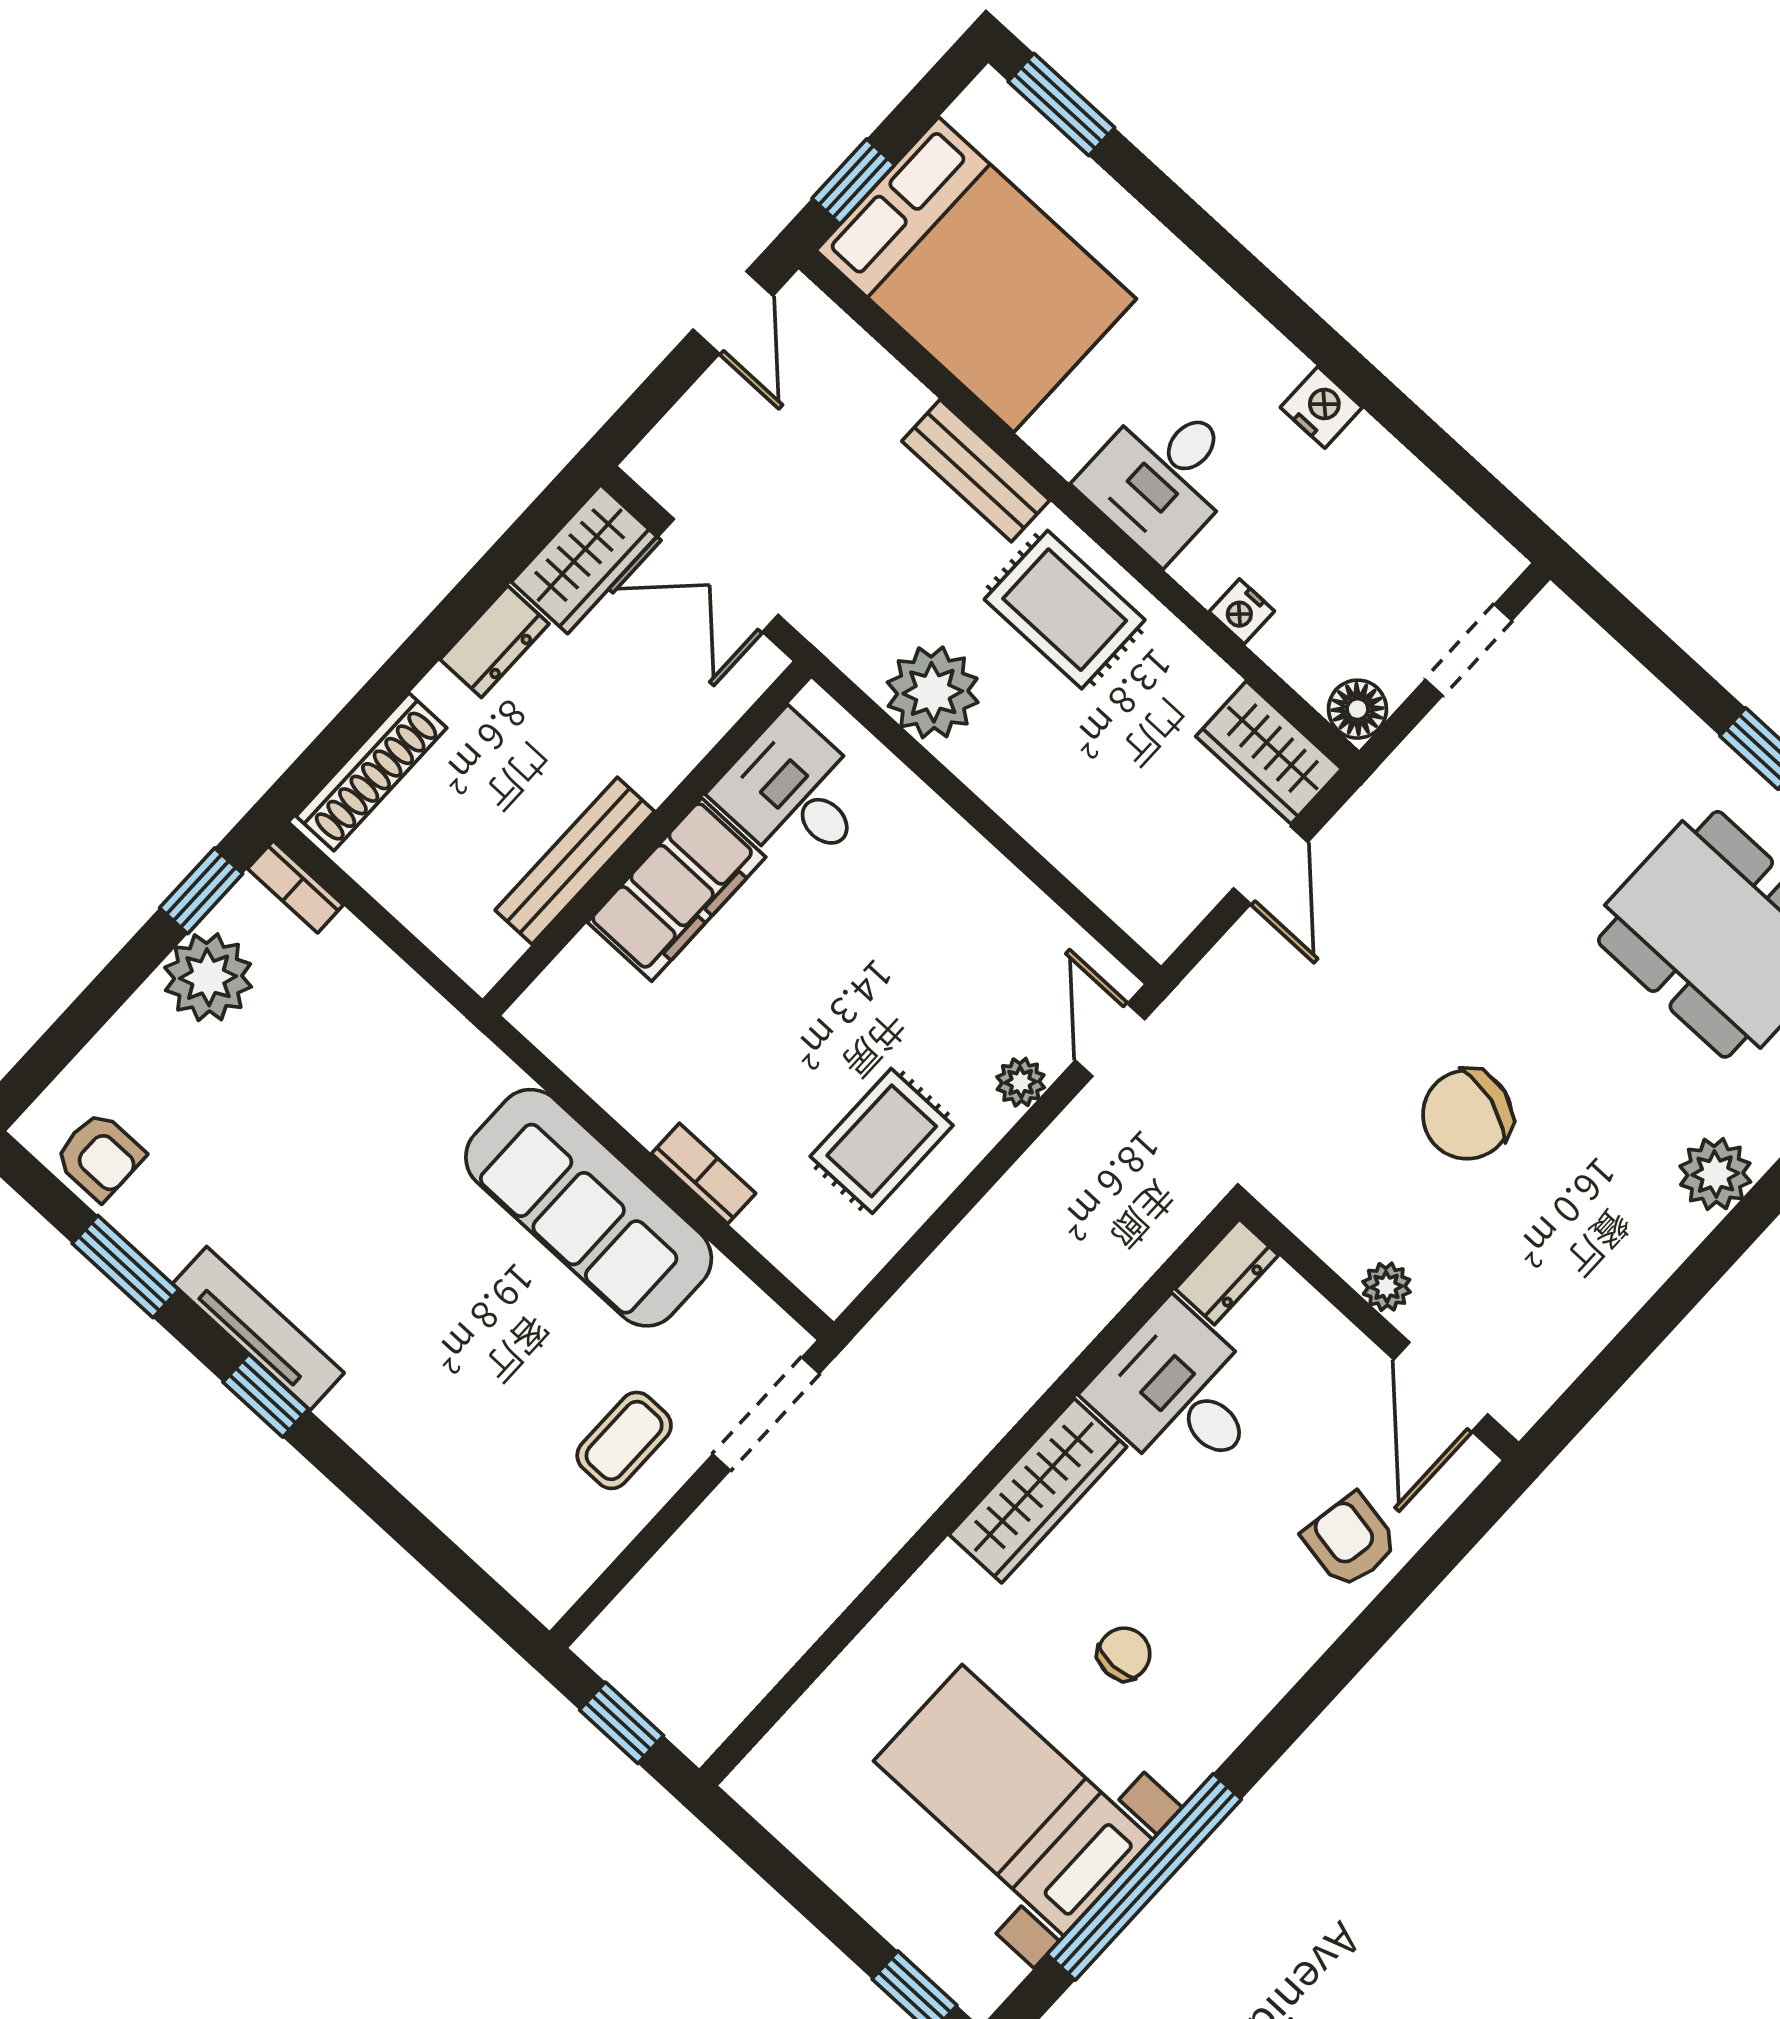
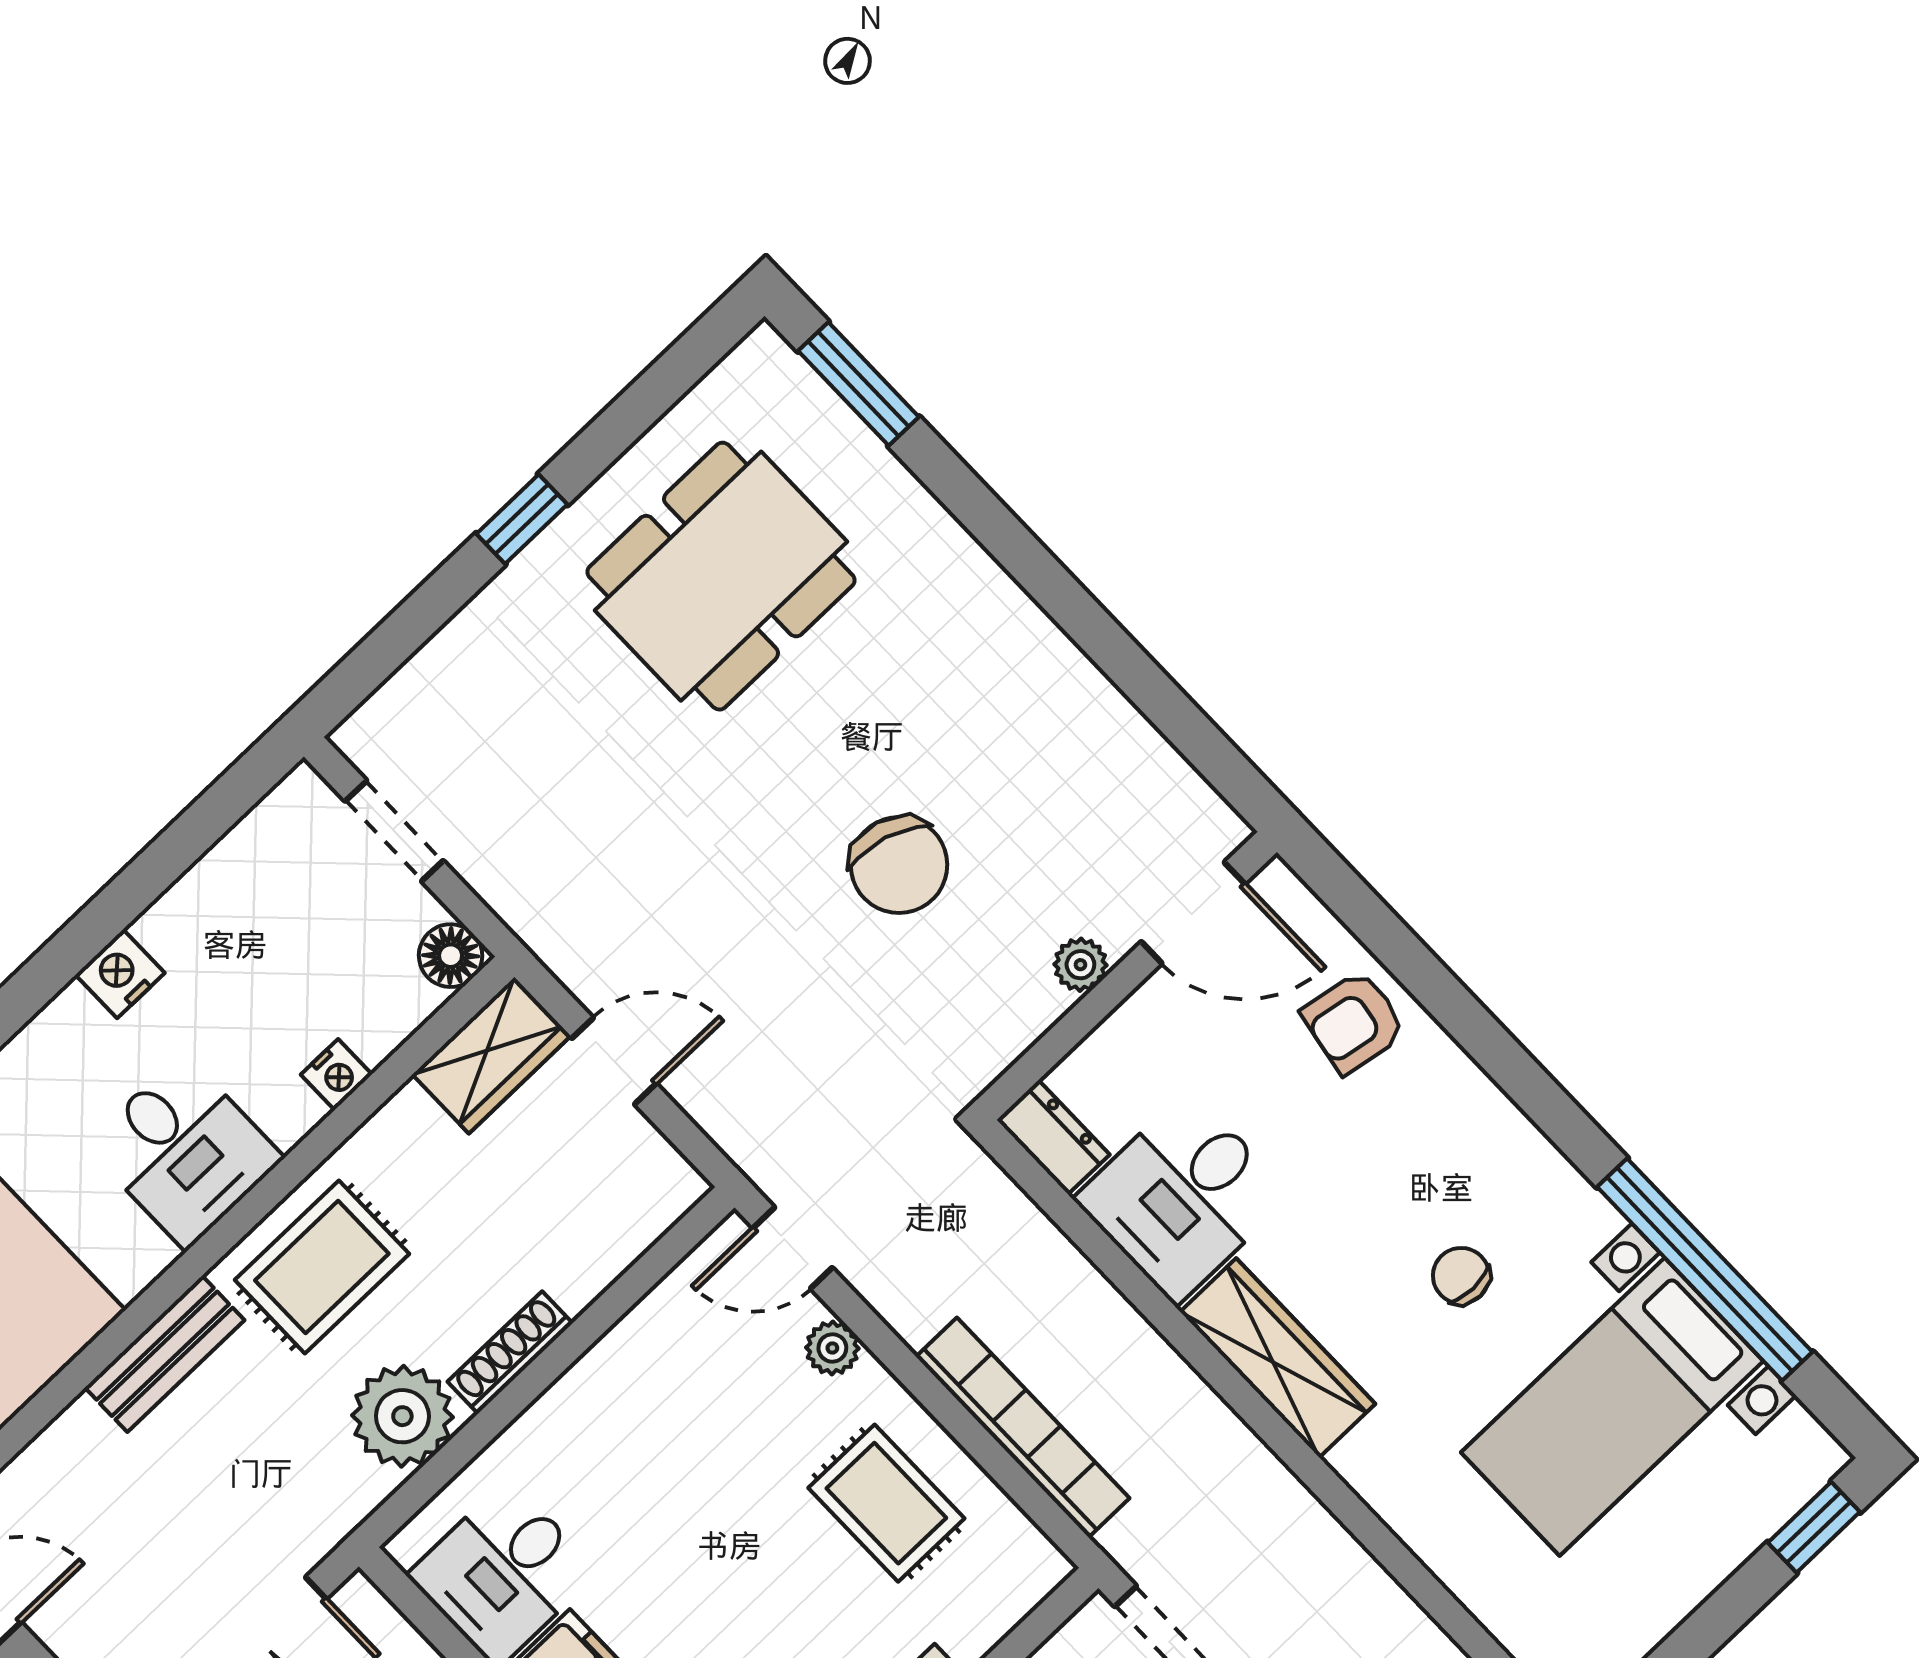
shoe rack: (997, 787) -> (510, 1353), added
plant: (1715, 1174) -> (981, 599), removed
bookcase: (959, 1261) -> (1023, 1427), added

